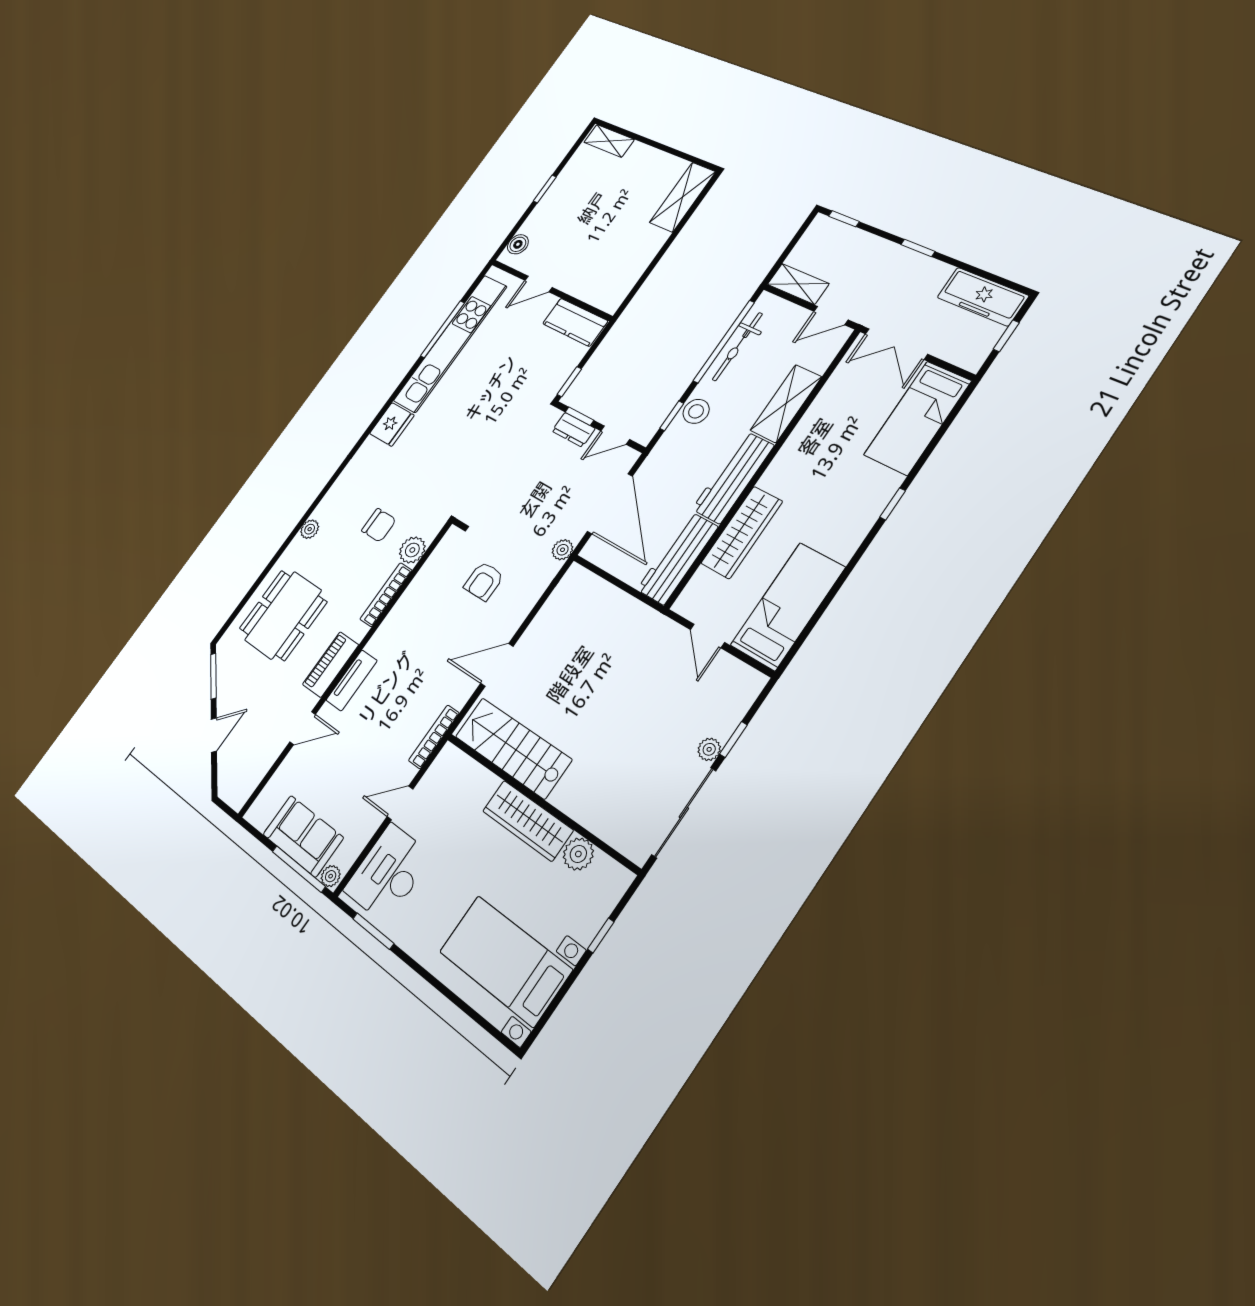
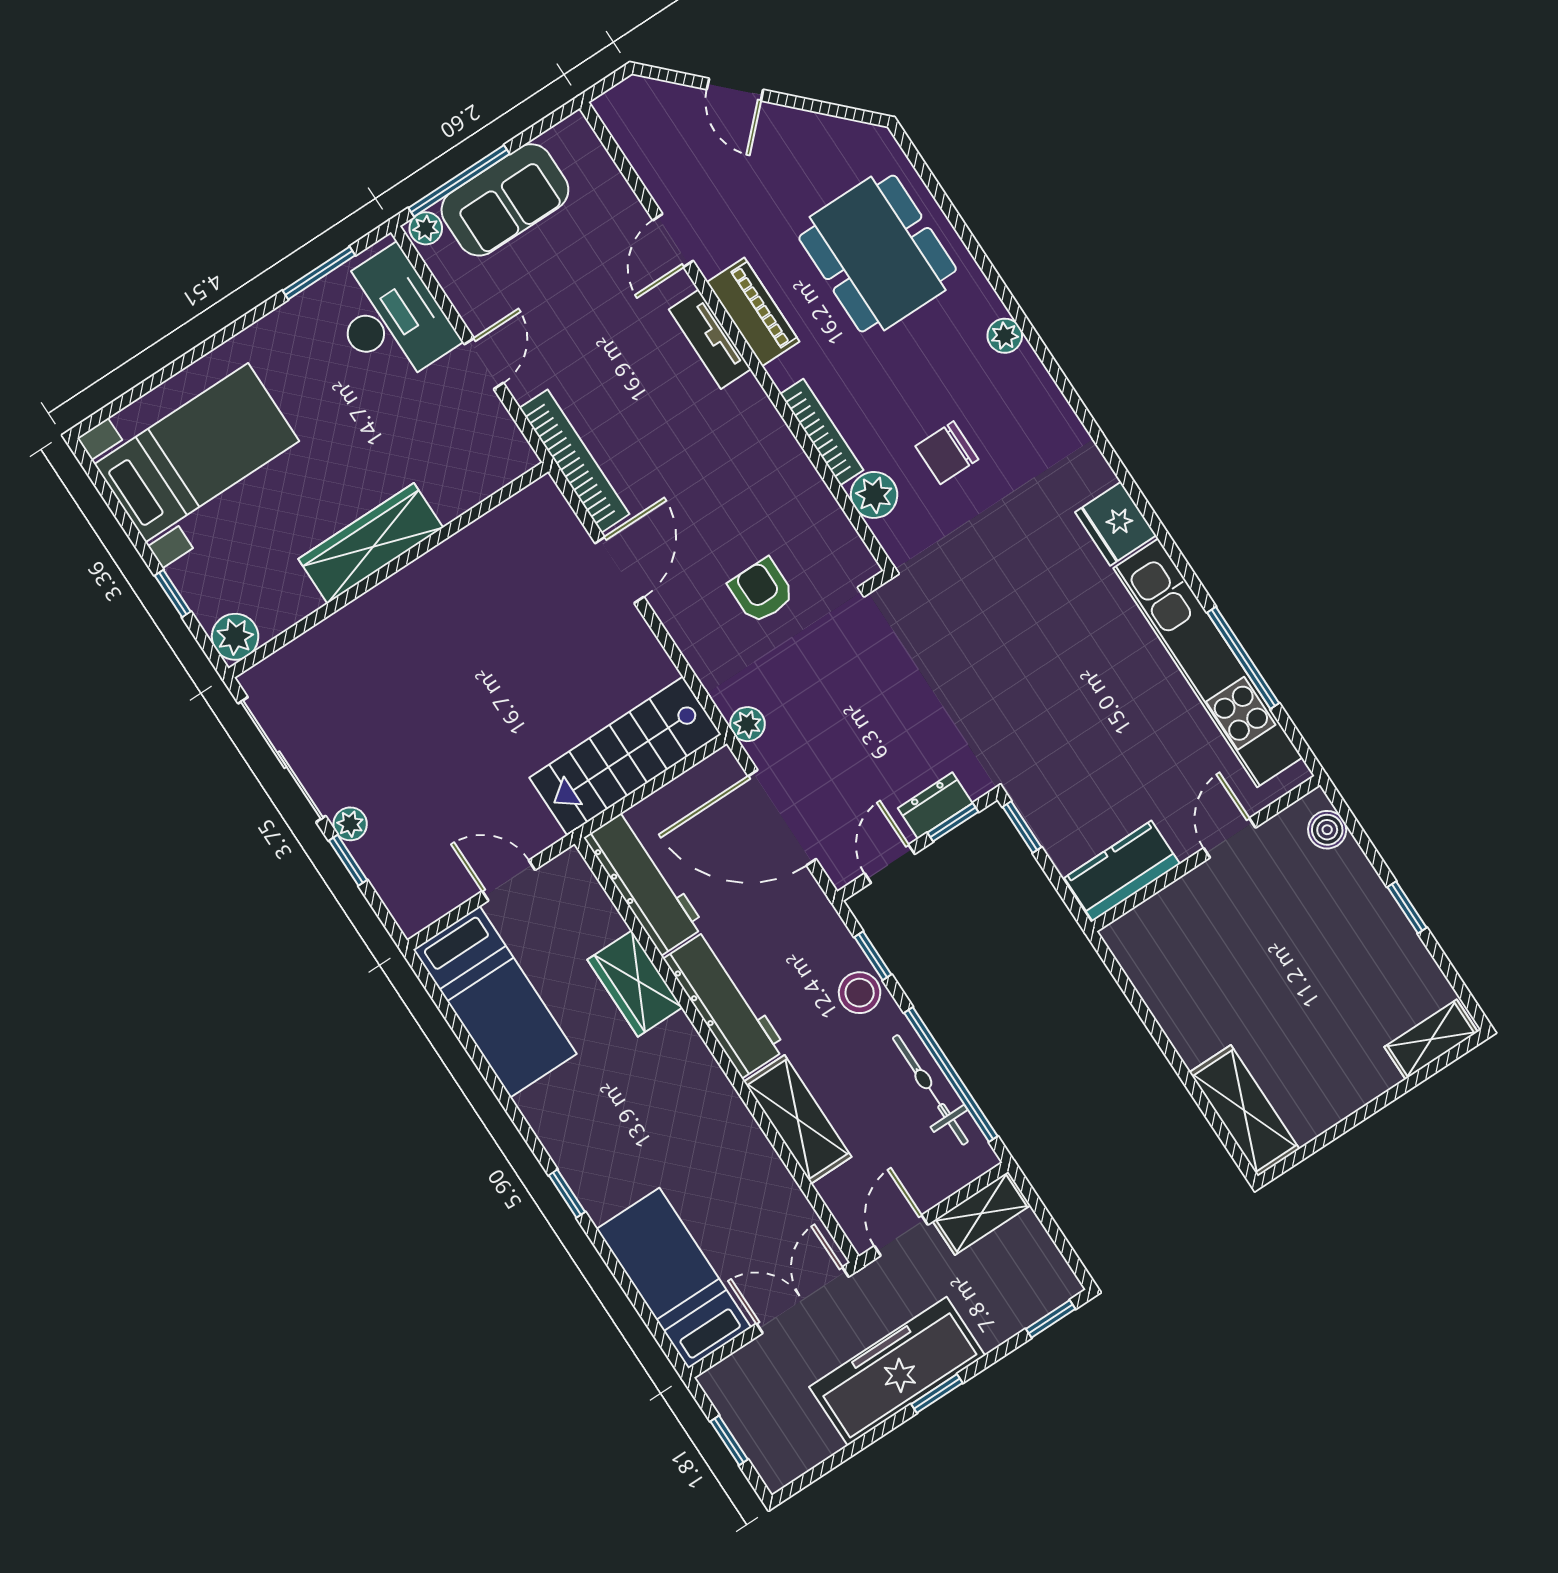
freezer: (983, 297) -> (897, 1371), moved, width x1.36, depth x1.26
wardrobe: (742, 532) -> (635, 984), width x0.67
window: (213, 676) -> (835, 110), removed
bookcase: (434, 737) -> (574, 461), width x1.48, depth x1.31
stairs: (513, 748) -> (625, 756), moved, turned 180
plant: (578, 854) -> (235, 637), moved

